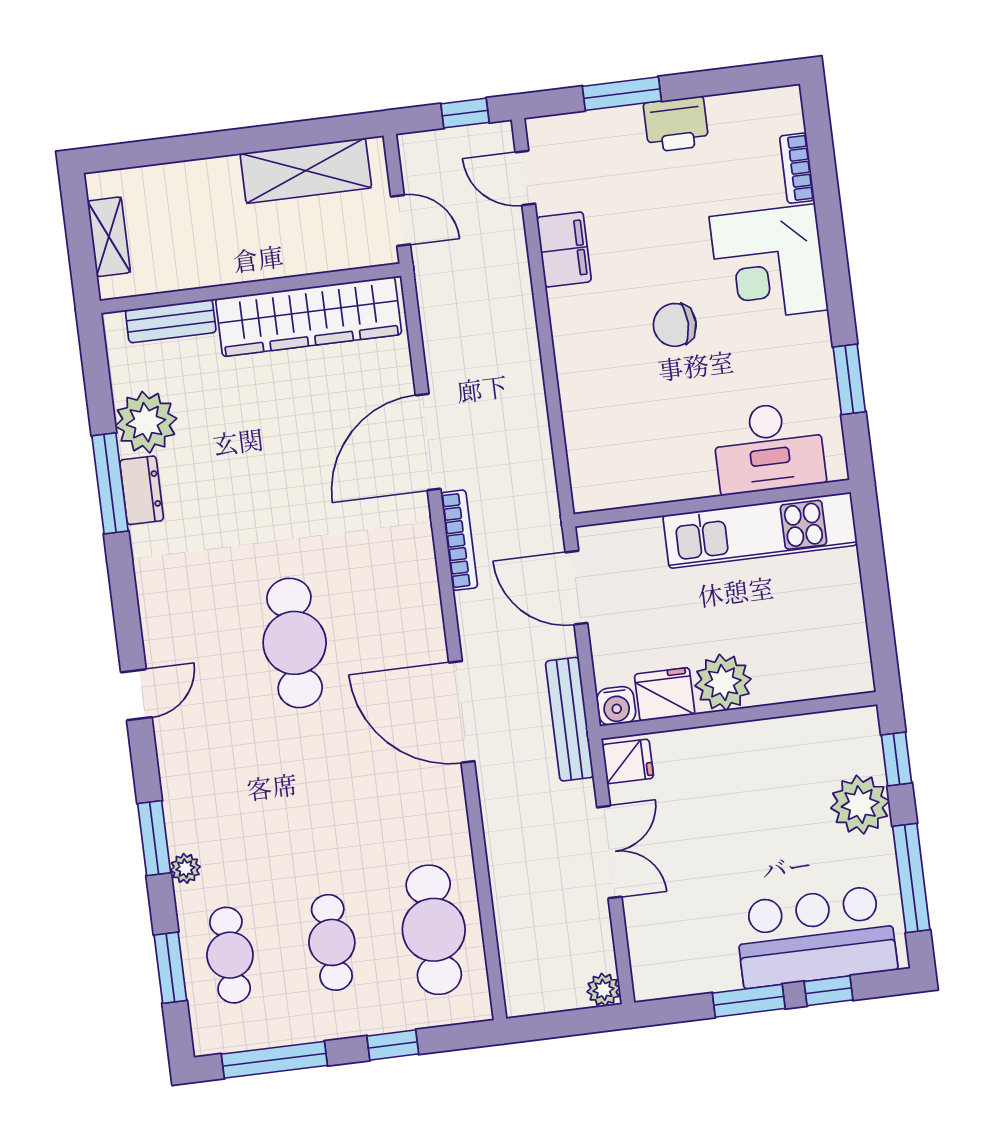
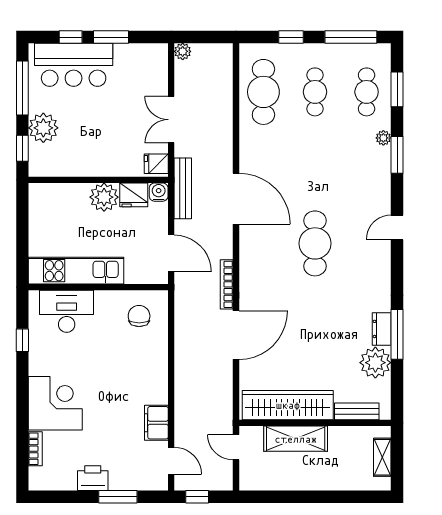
shelving: (306, 171) -> (296, 439), moved
chair: (675, 325) -> (139, 316), moved, turned -90
window: (849, 379) -> (22, 340), width x0.67

